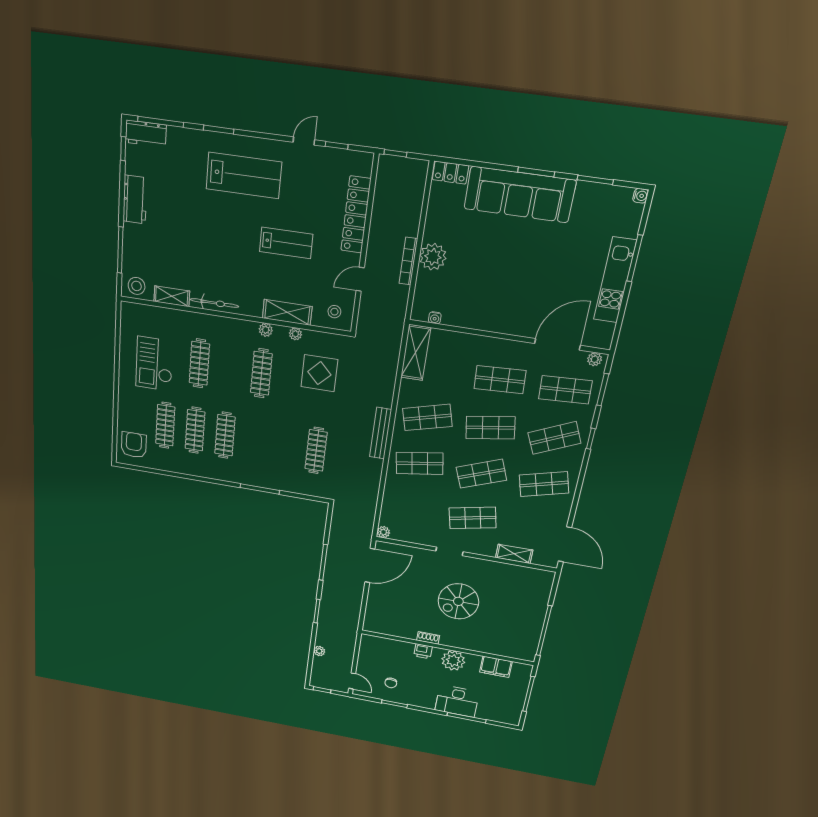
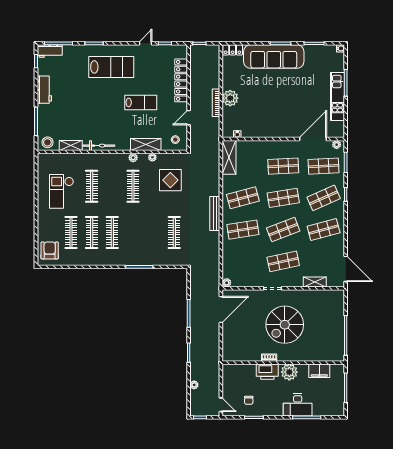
spiral stairs: (458, 601) -> (285, 325), width x1.37, depth x1.37
printer: (423, 651) -> (267, 372), width x1.87, depth x1.48

